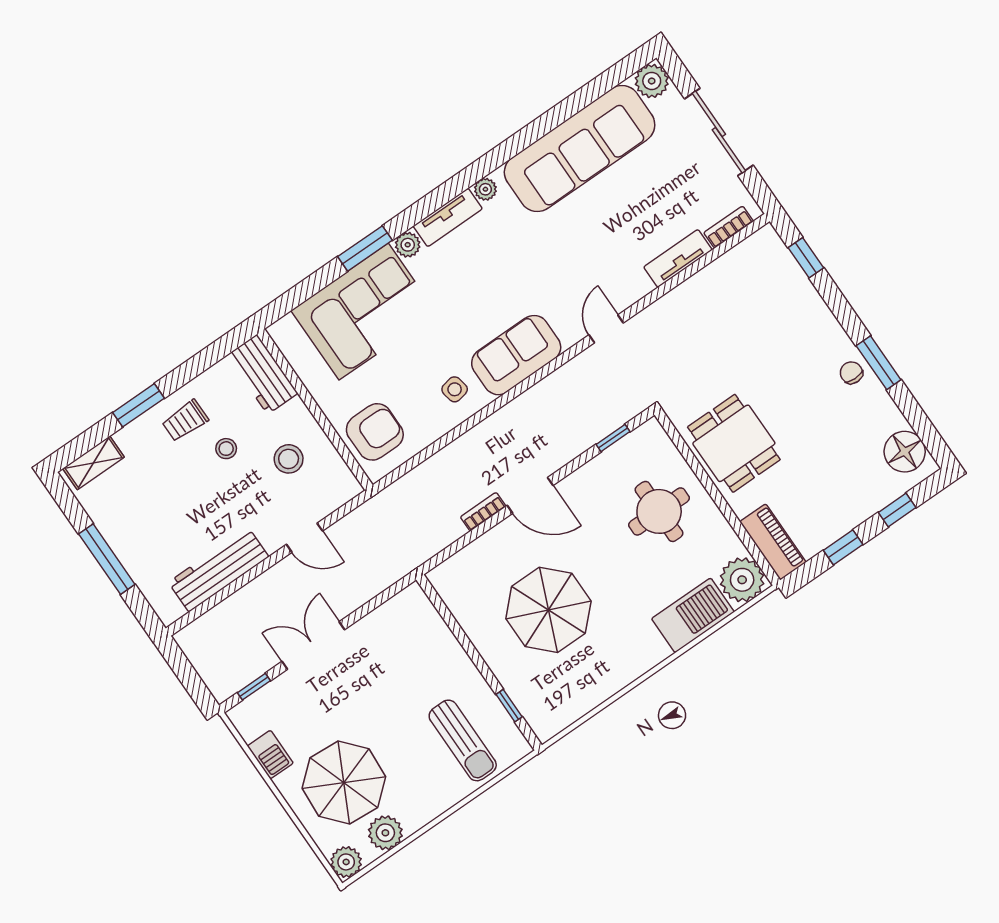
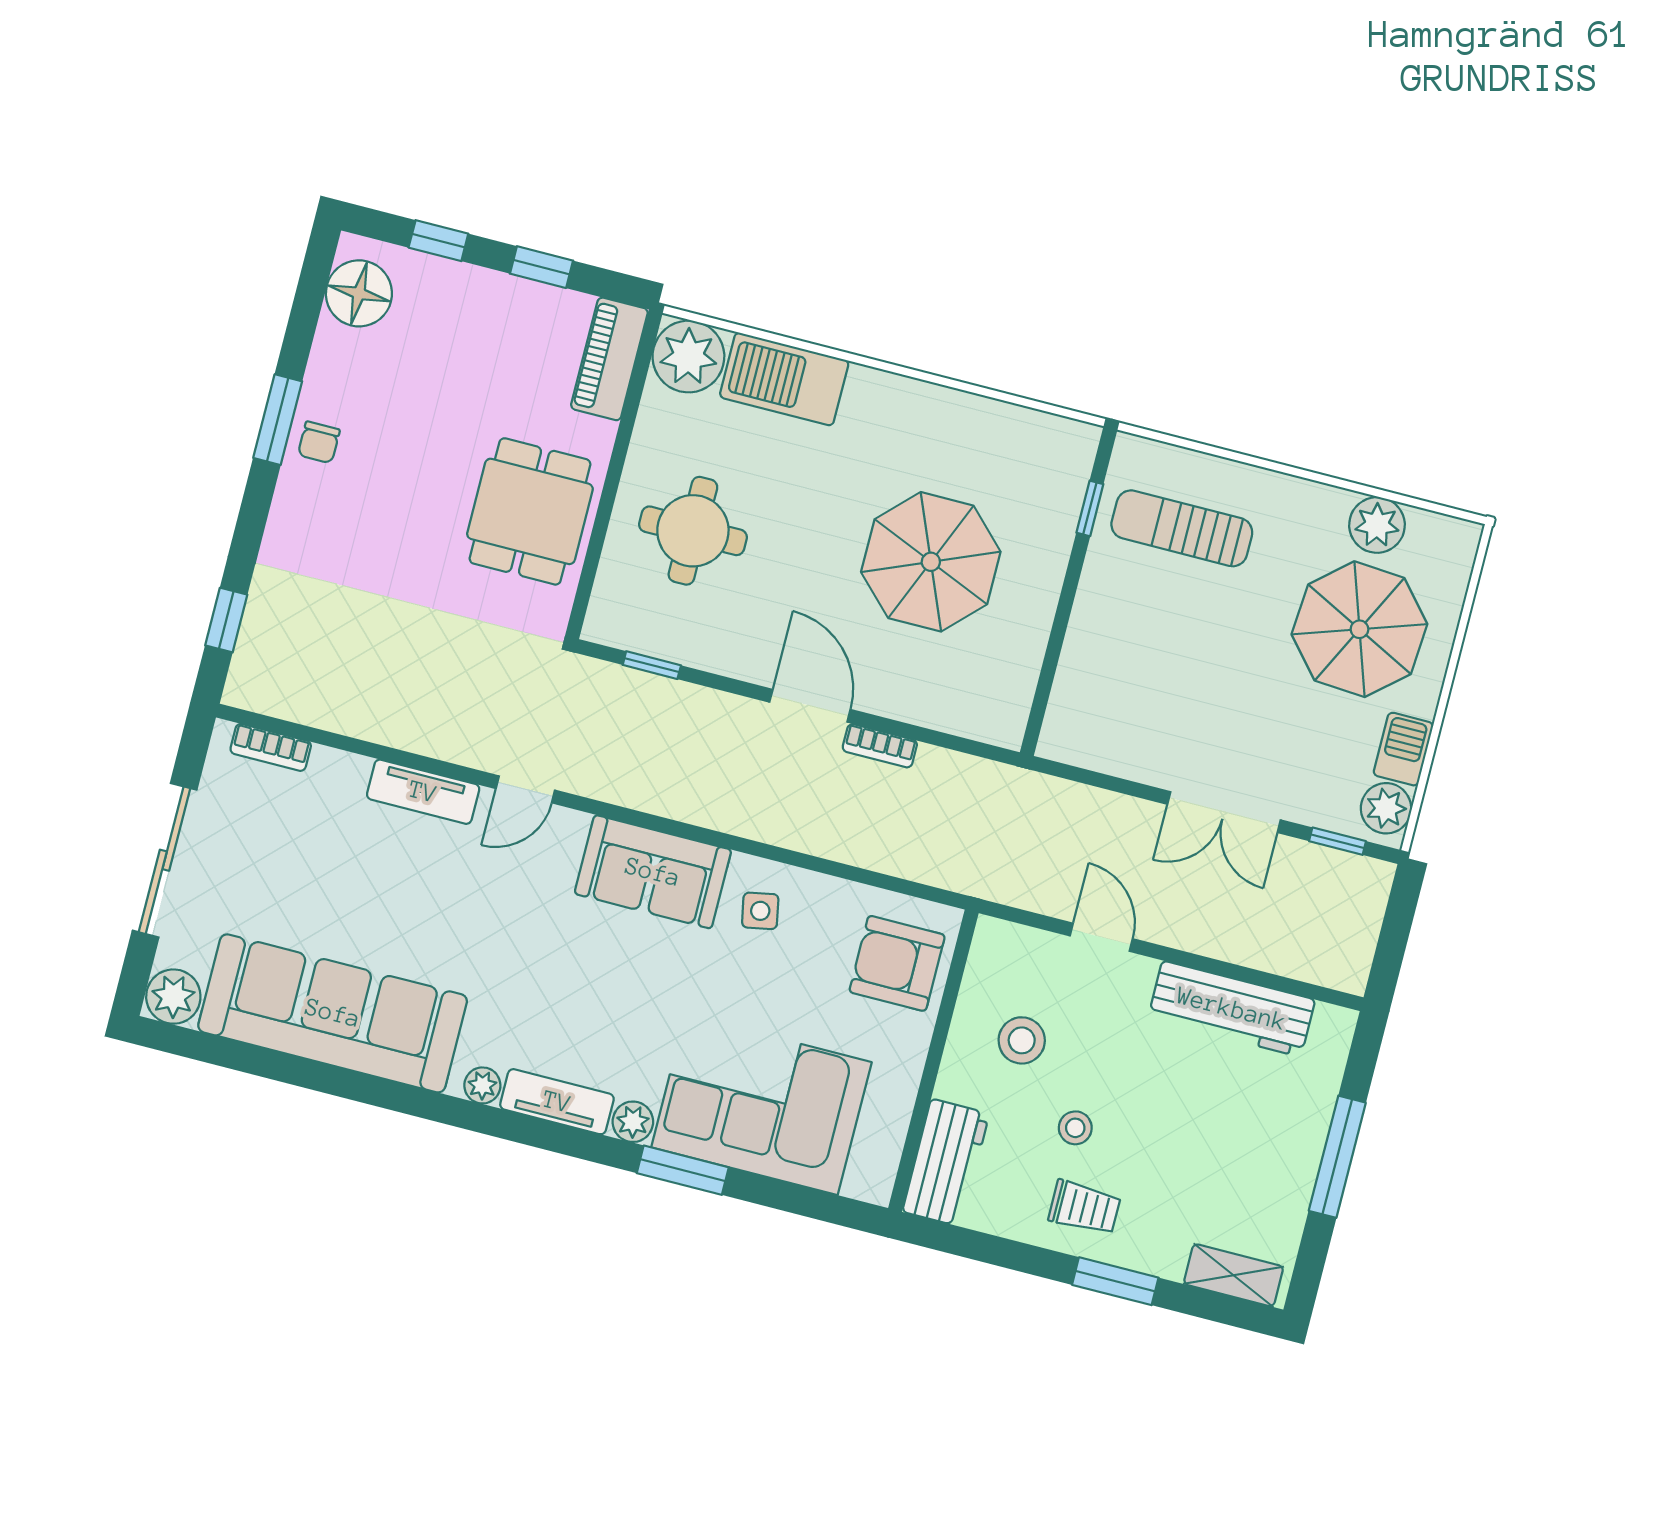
tv unit: (678, 258) -> (423, 792), moved
sun lounger: (463, 740) -> (1182, 528), turned -90
plant: (346, 862) -> (1386, 808), moved

